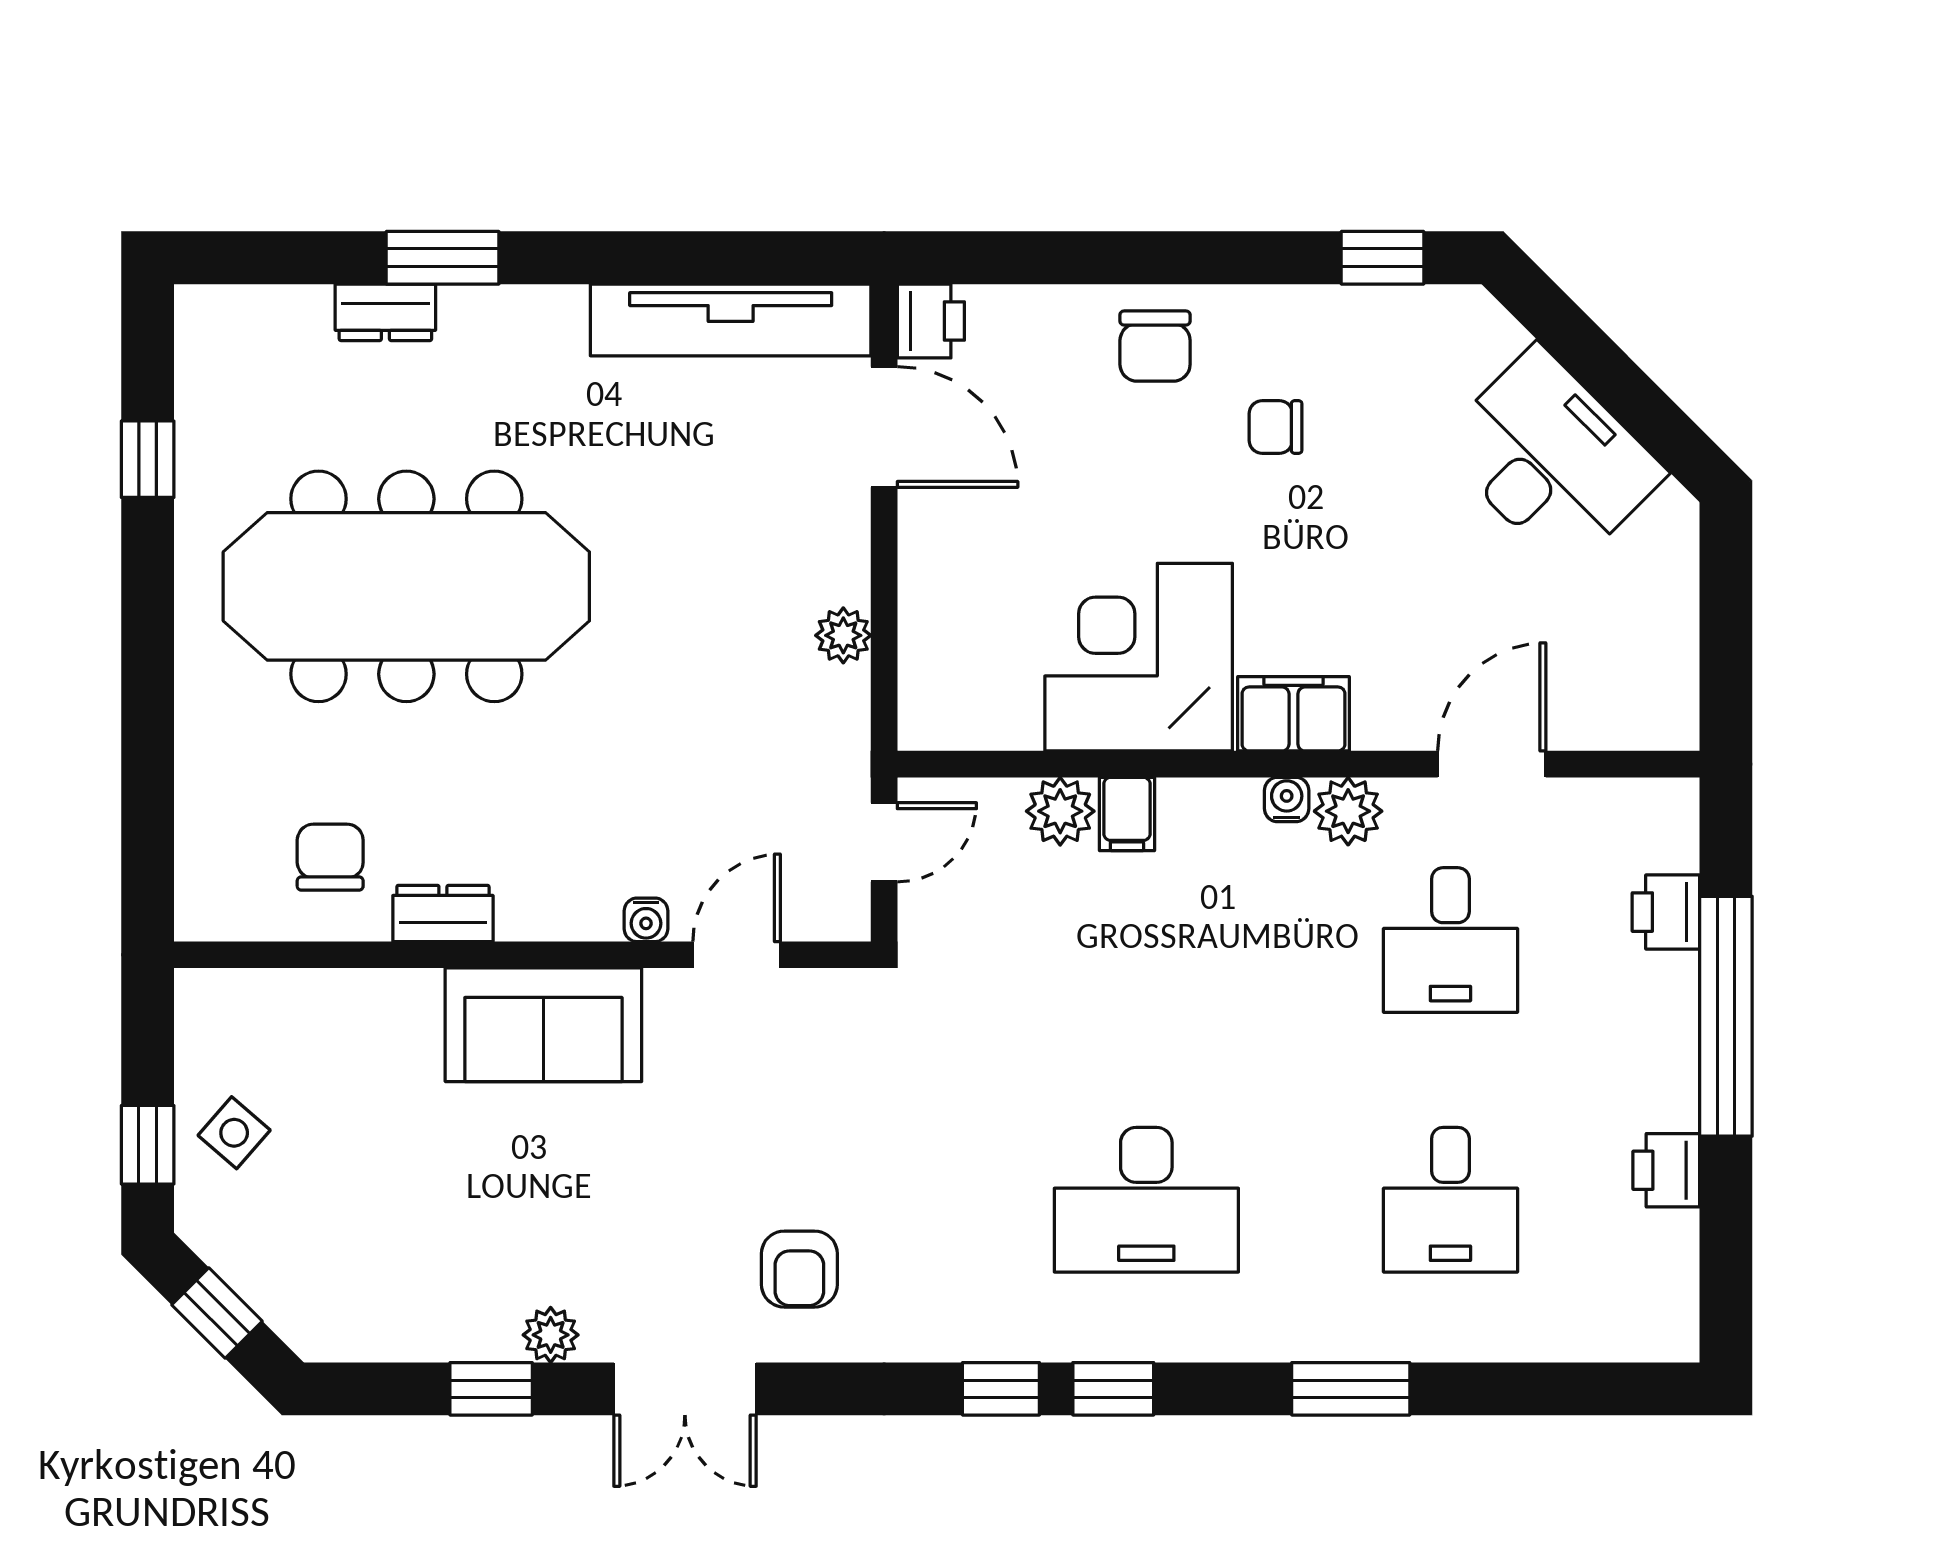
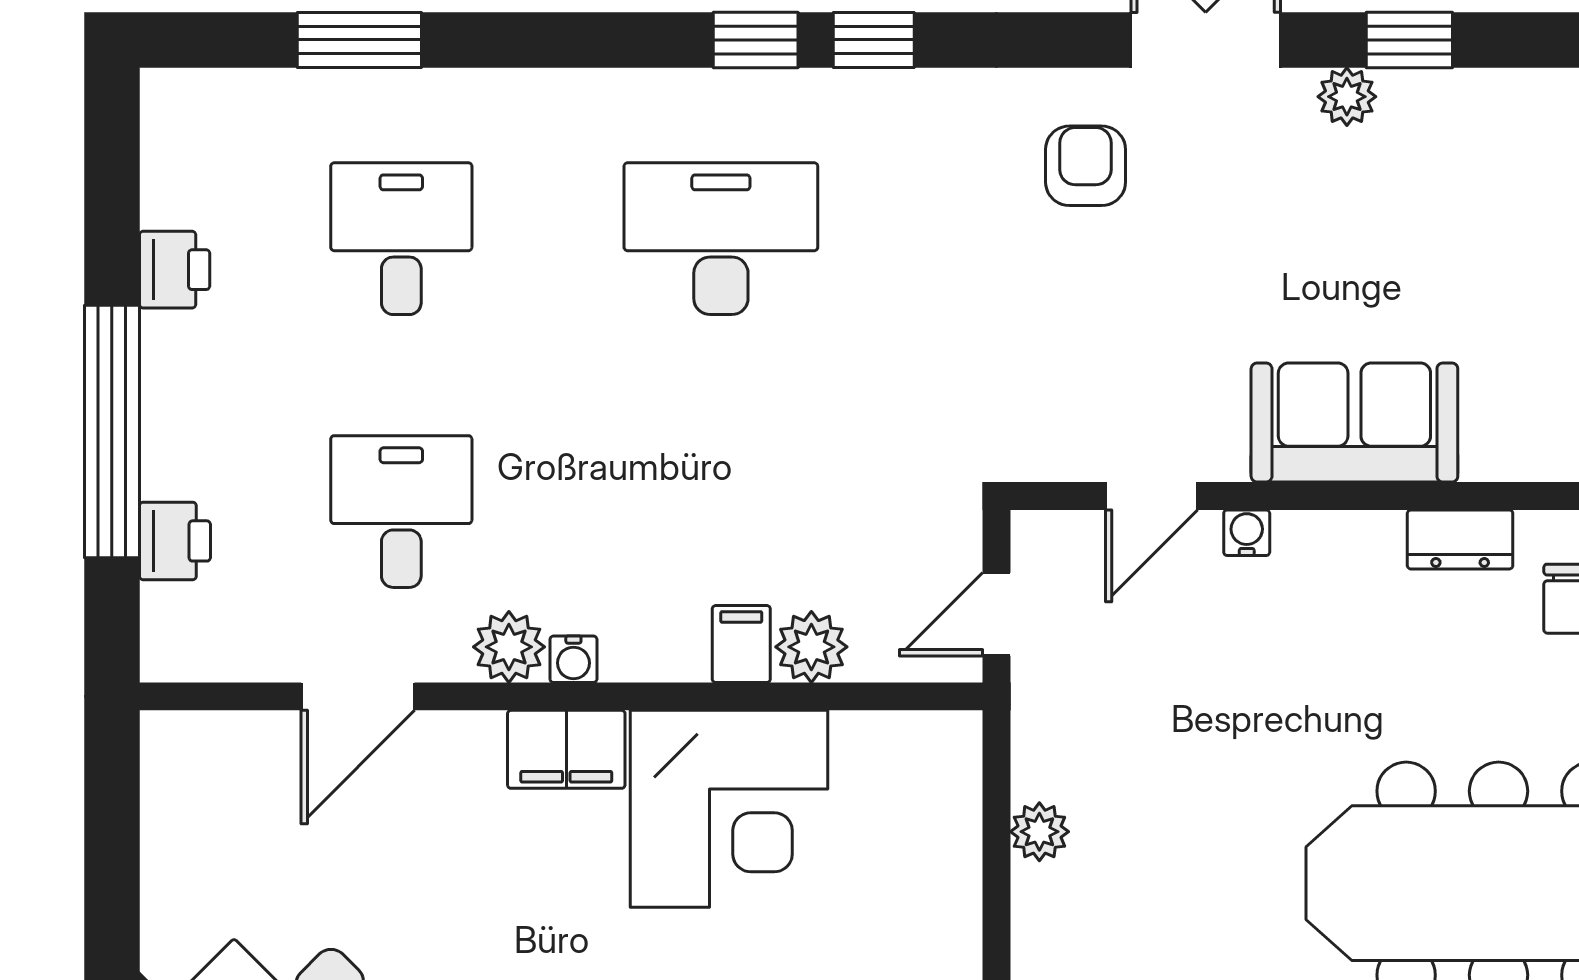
window: (1351, 1389) -> (359, 40), moved

